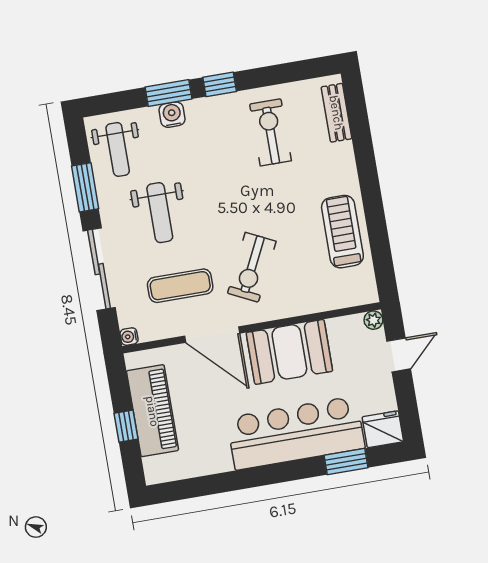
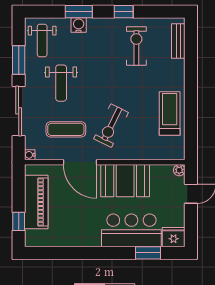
window: (220, 84) -> (124, 12), moved
window: (126, 426) -> (19, 221), moved
bar counter: (296, 433) -> (131, 230), width x0.73

